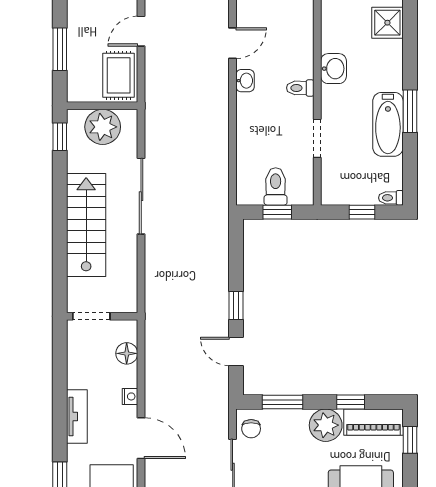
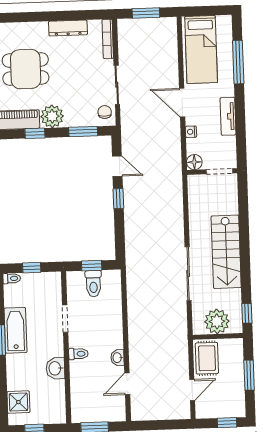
doorway: (91, 316) -> (220, 171), moved
wall: (102, 316) -> (212, 172), moved

